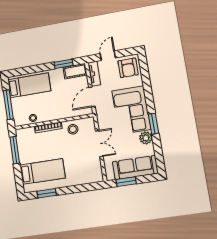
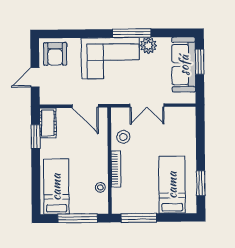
door: (108, 56) -> (35, 77), hinge flipped
armchair: (128, 68) -> (55, 54), turned 90
tv unit: (94, 74) -> (55, 98), removed
window: (153, 124) -> (132, 33), width x1.44
double door: (99, 144) -> (147, 105), swing flipped
window: (126, 182) -> (200, 62), moved

